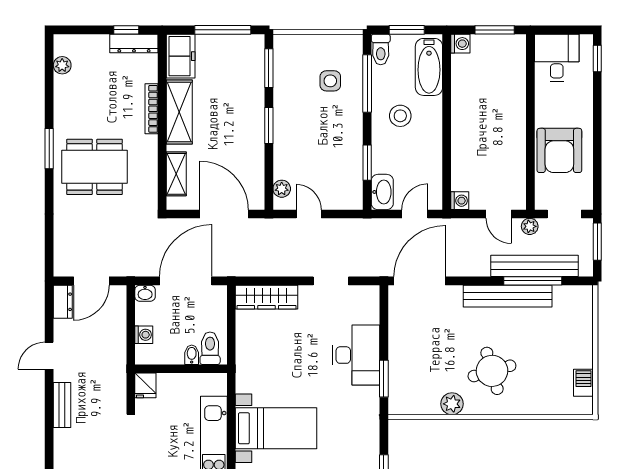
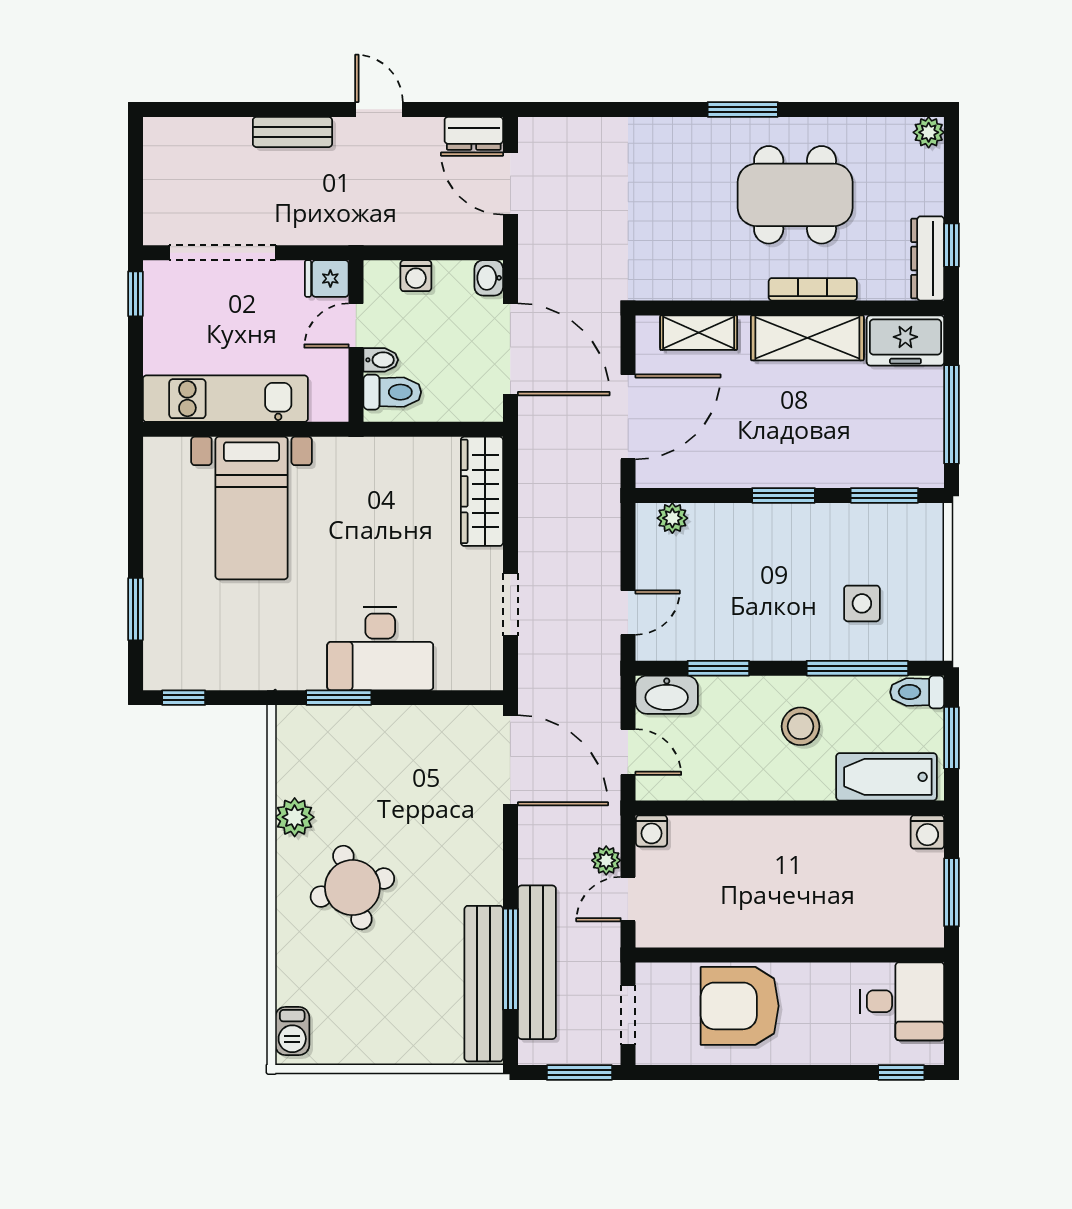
plant: (62, 65) -> (929, 132), moved
dining table: (95, 167) -> (795, 195), moved, turned 90
door: (309, 214) -> (628, 613), moved
plant: (530, 226) -> (606, 860), moved
bench: (508, 296) -> (484, 984), moved
door: (172, 369) -> (356, 325), added
barbecue: (583, 383) -> (292, 1031), moved, turned 90

